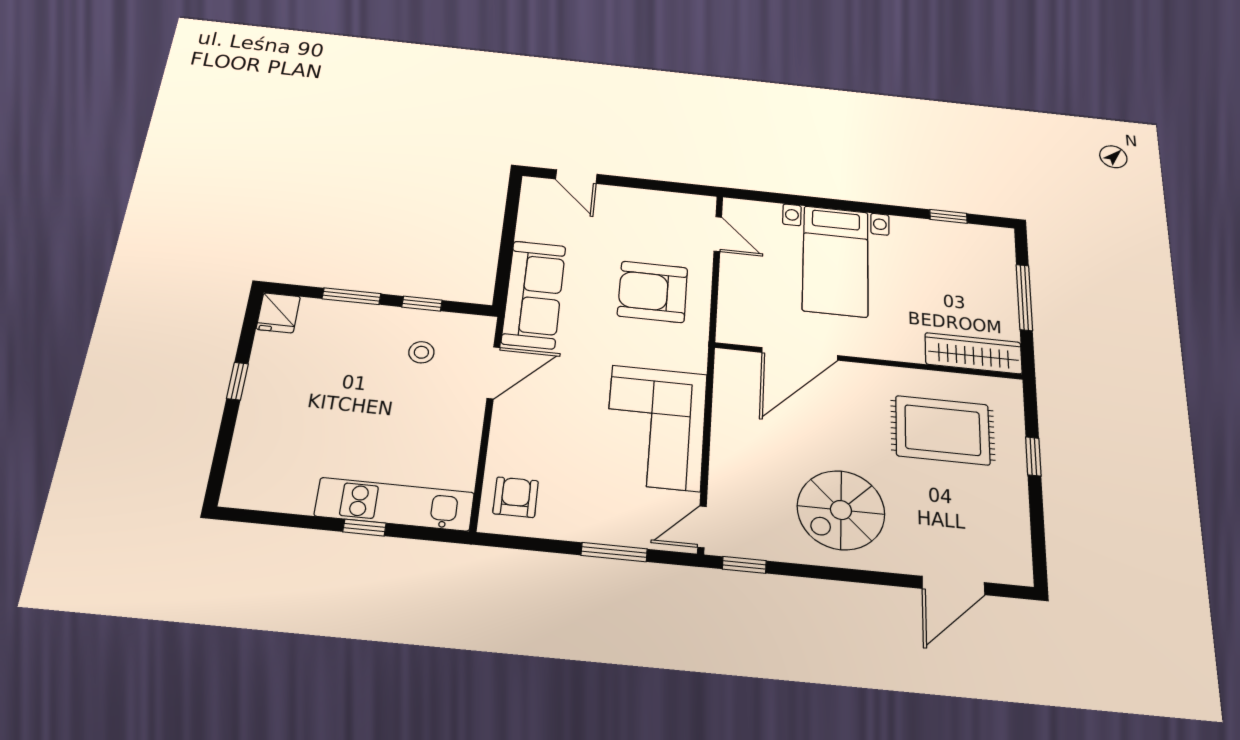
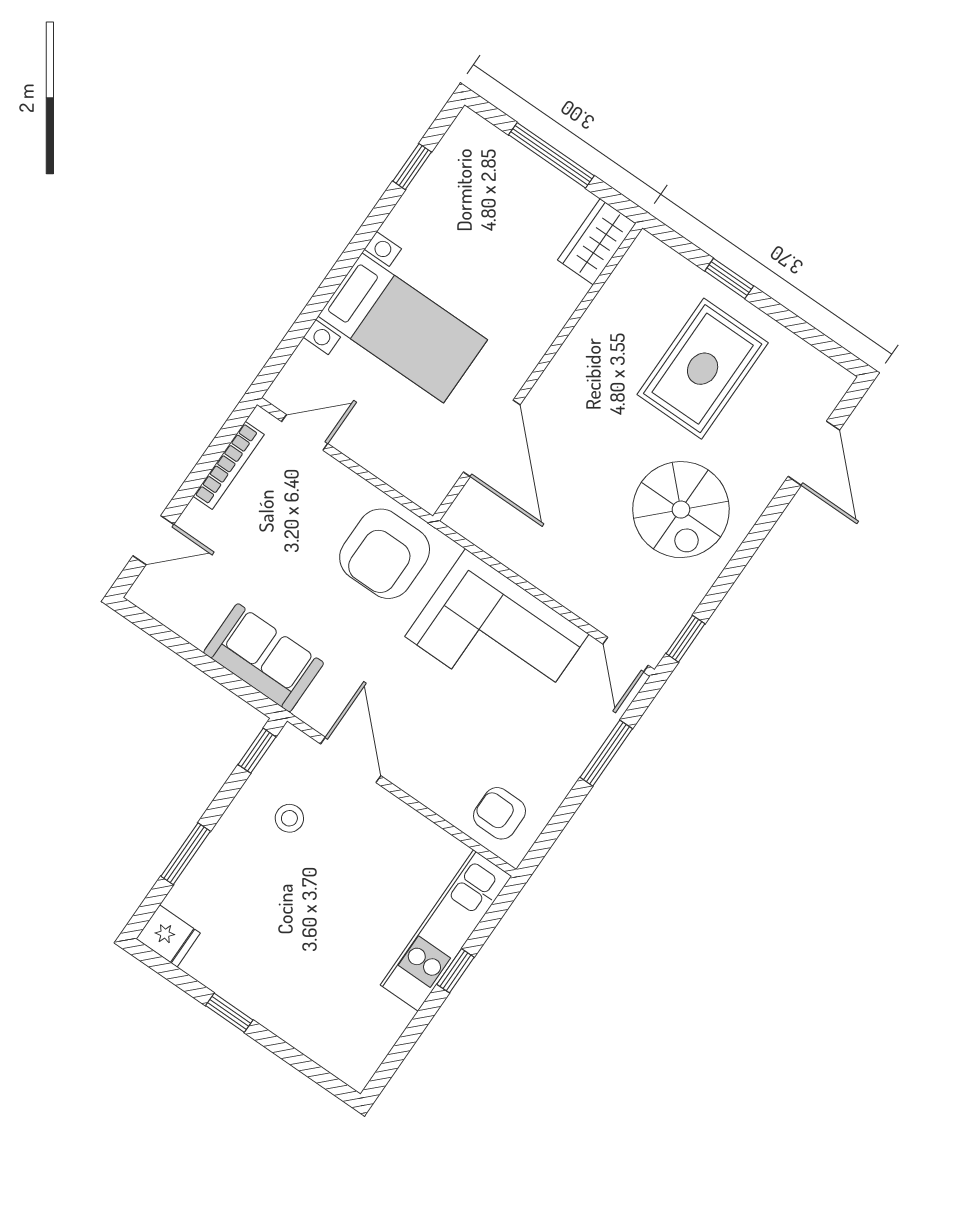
bookcase: (661, 199) -> (229, 465), added
armchair: (653, 292) -> (385, 554), moved
sofa: (534, 294) -> (264, 658), width x0.73
window: (422, 304) -> (257, 751), moved
wardrobe: (973, 353) -> (597, 242), width x0.67
rug: (943, 430) -> (703, 369), moved

